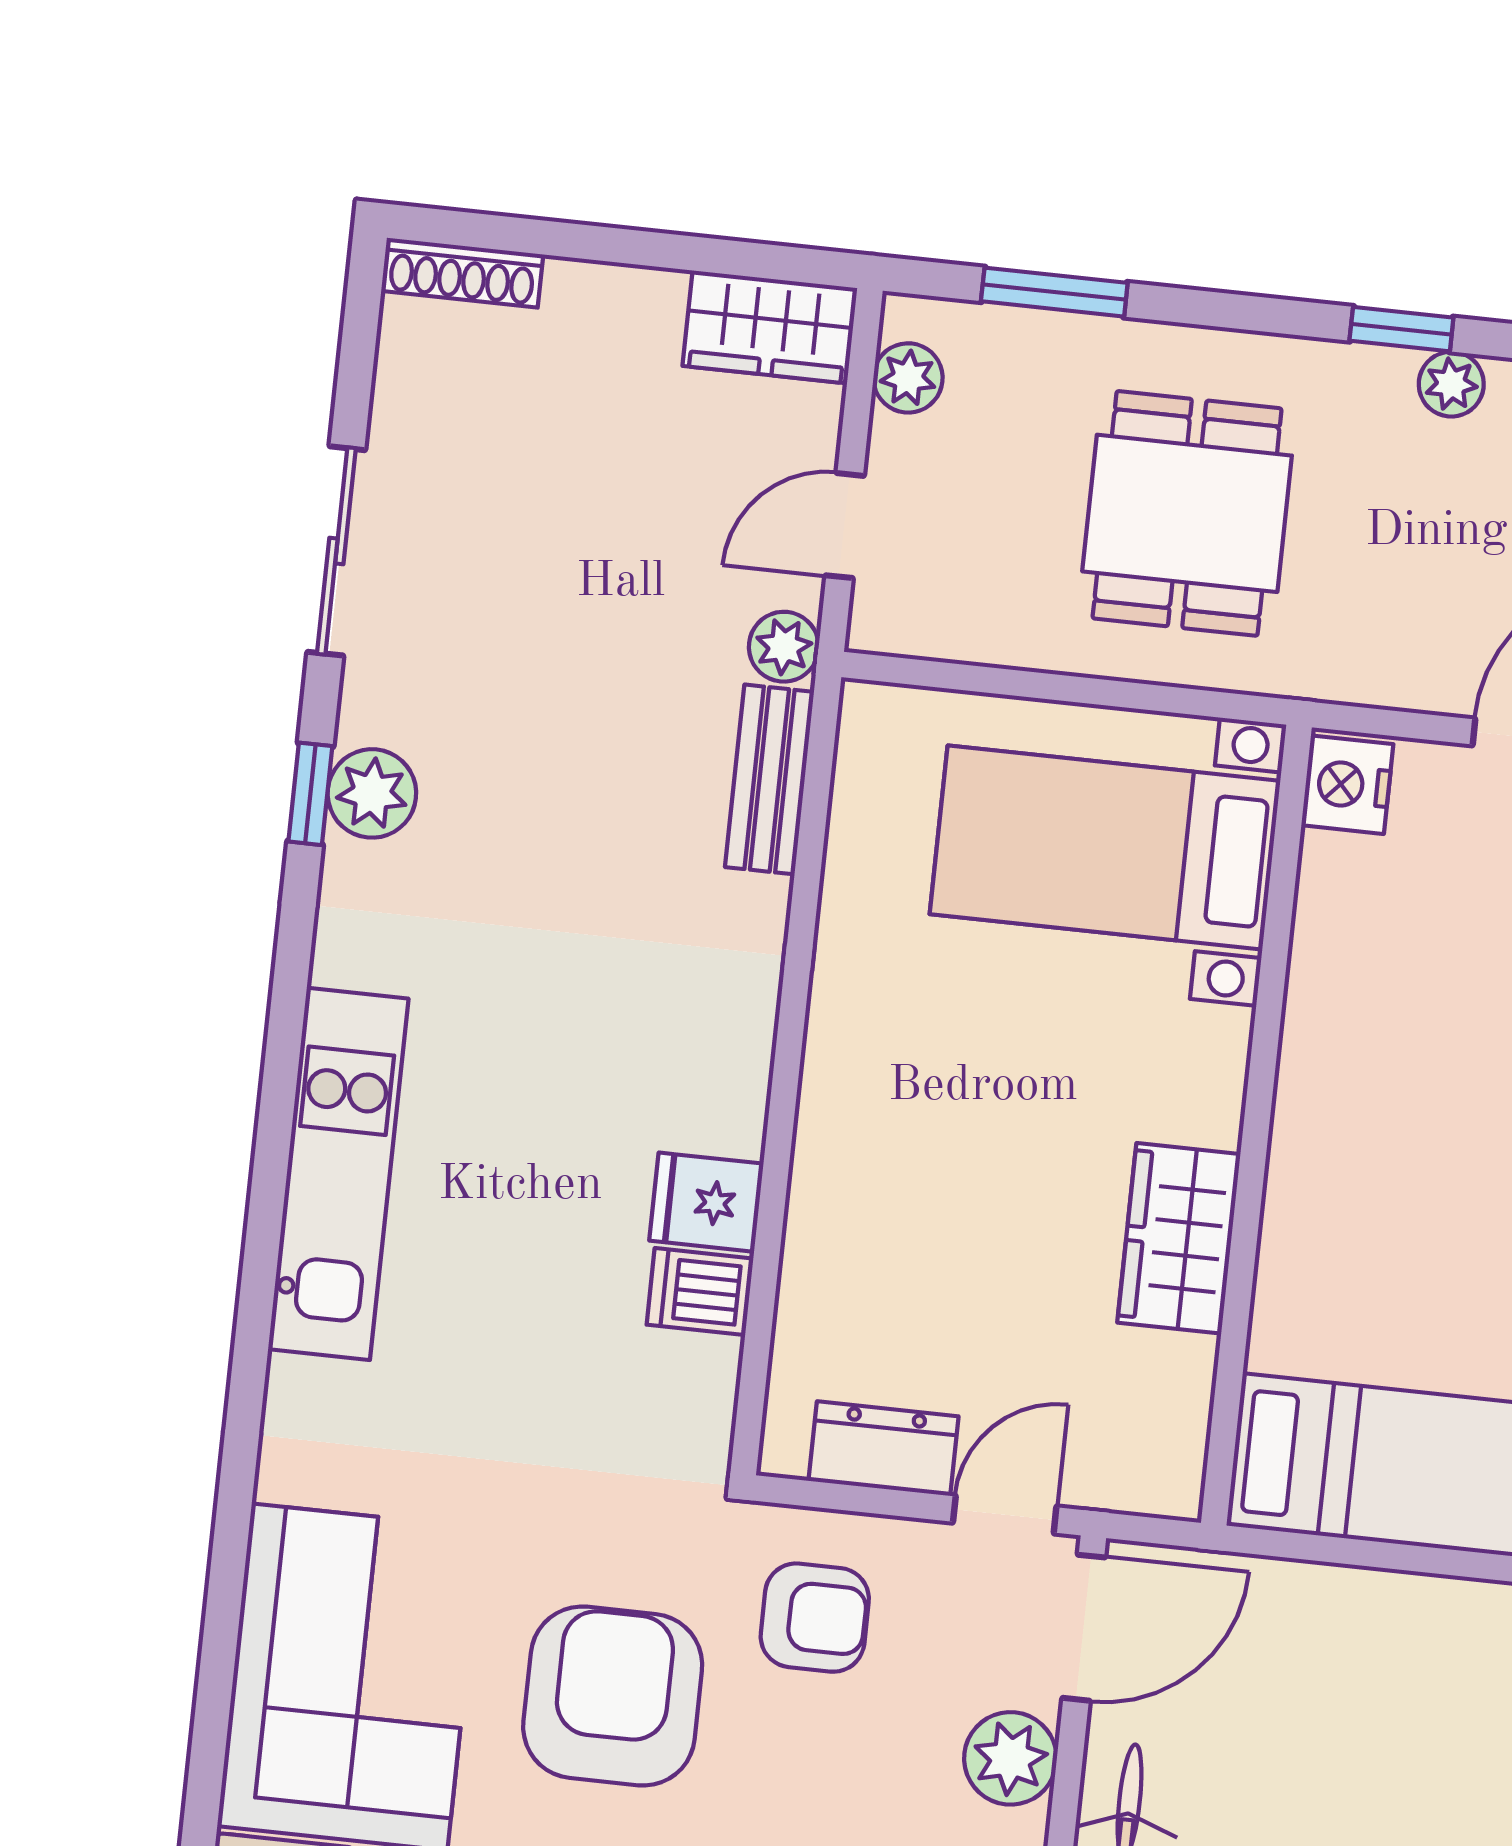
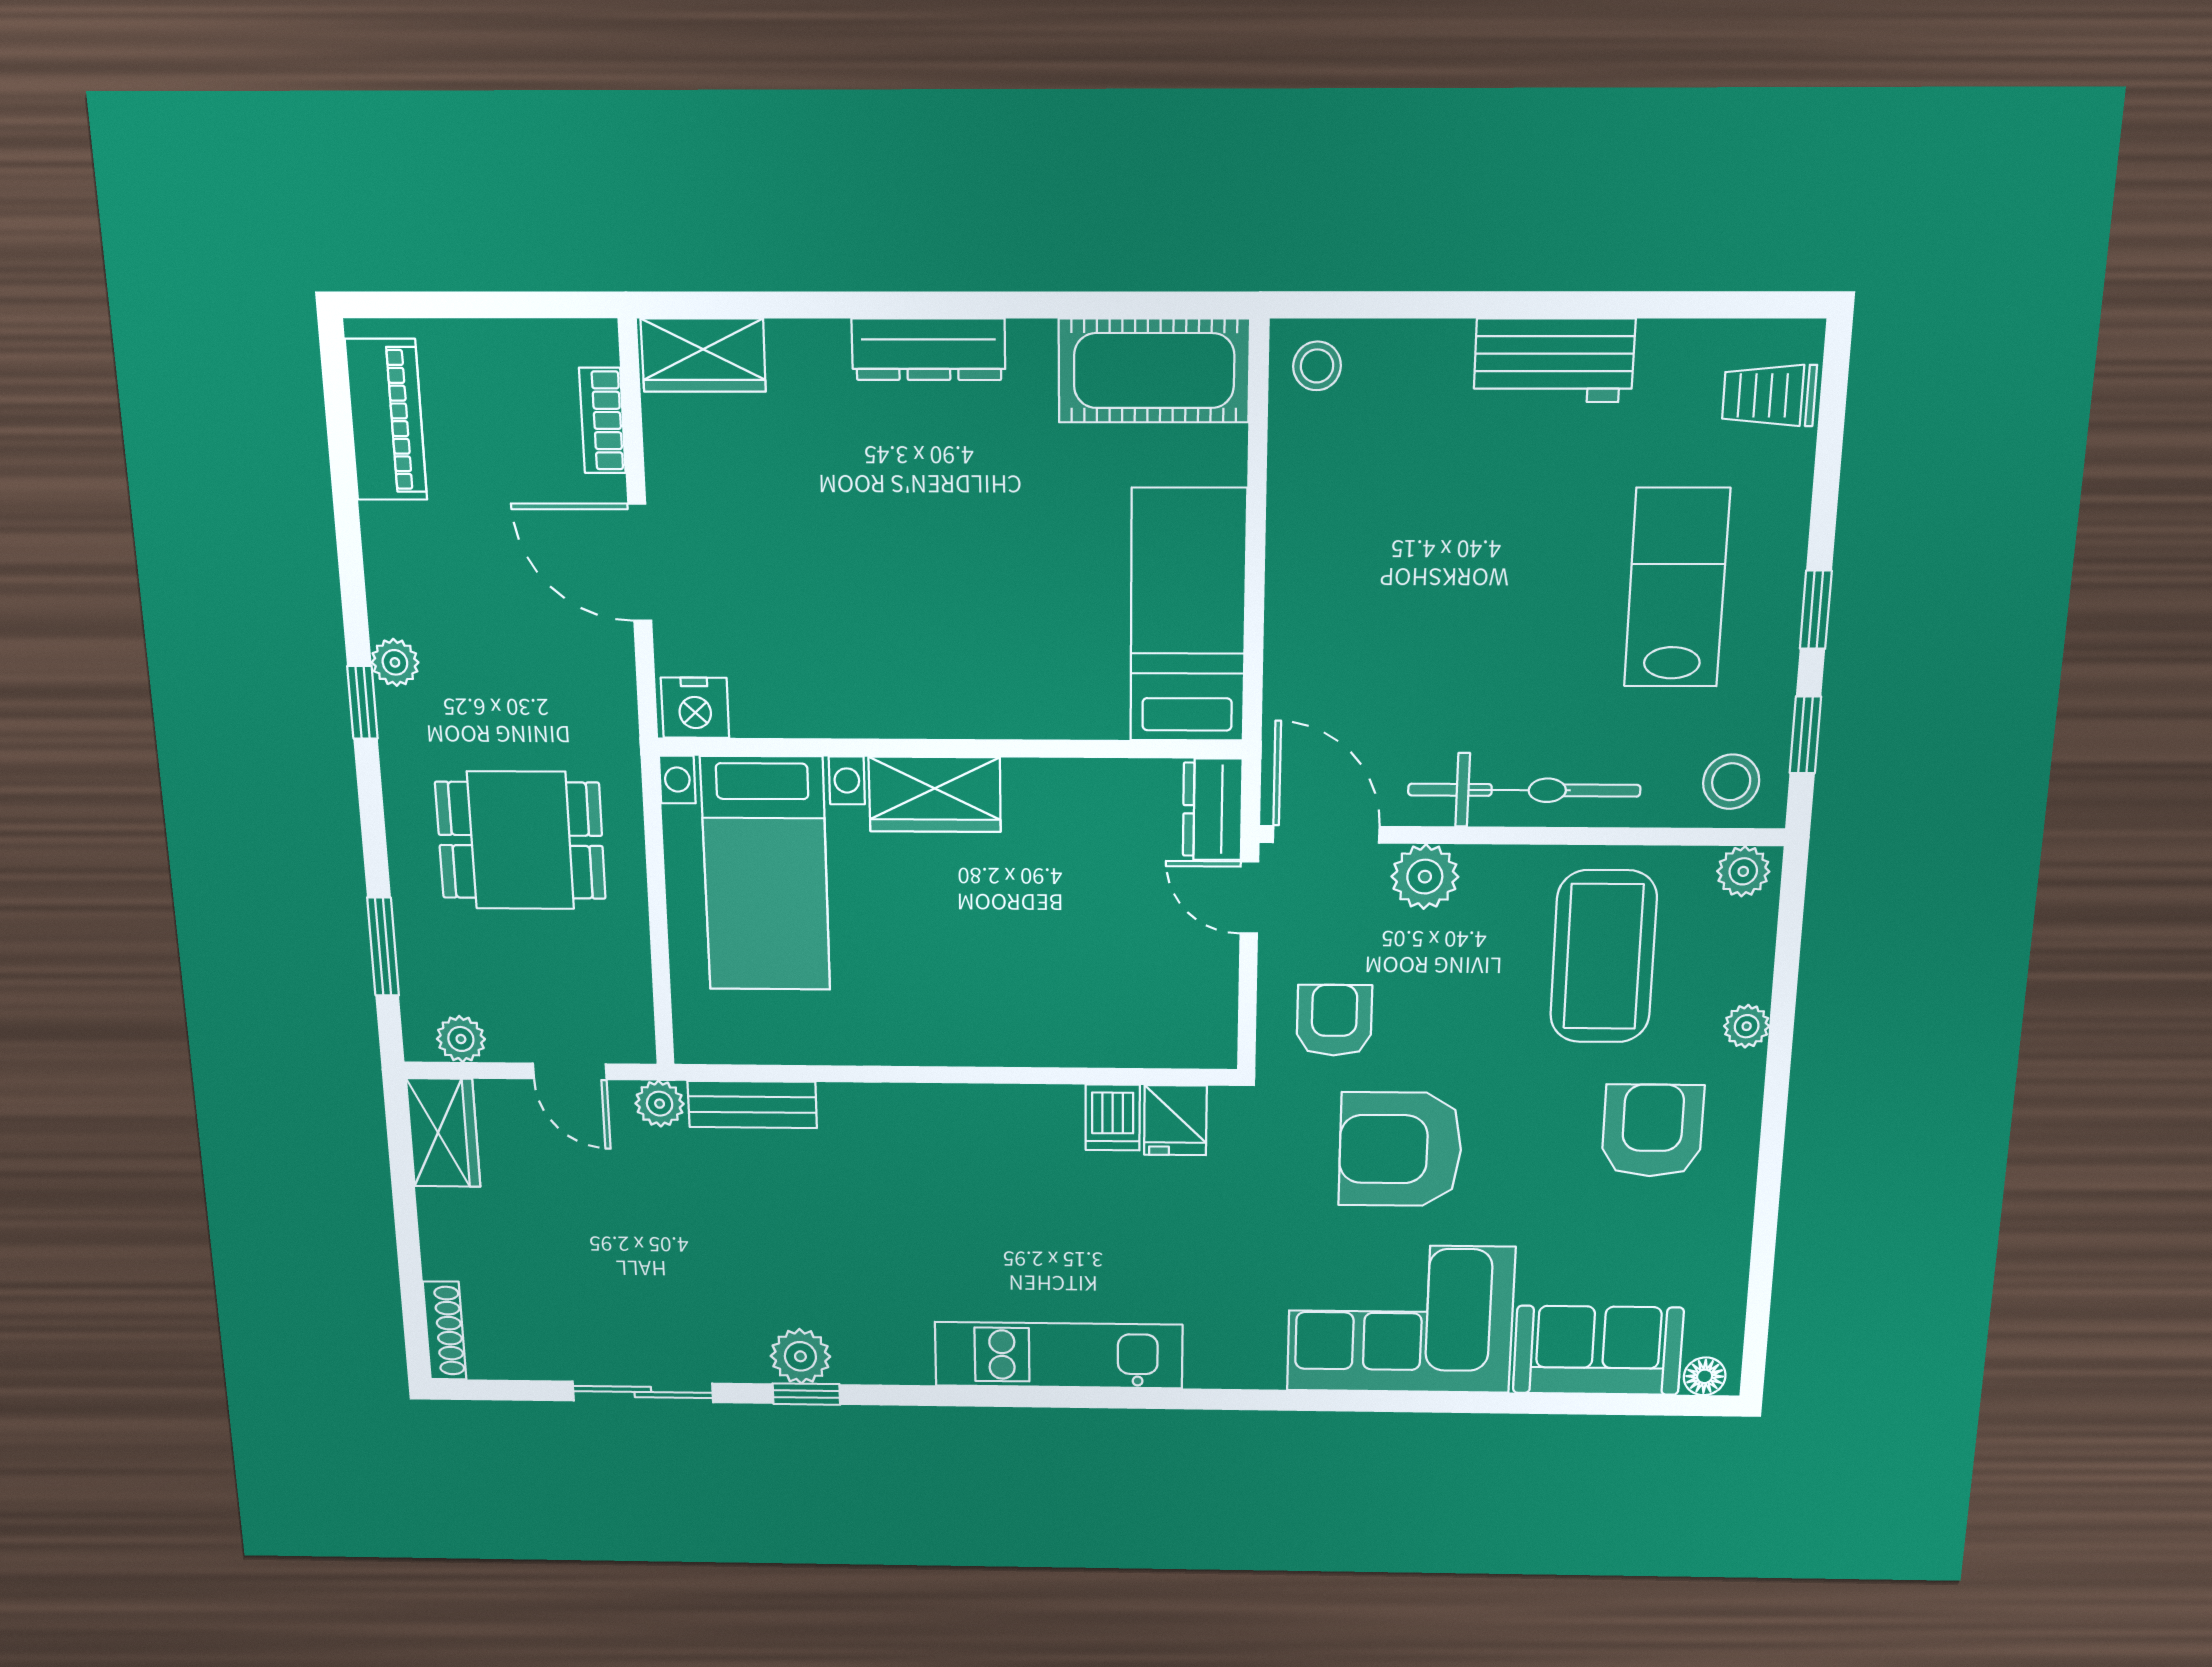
fridge: (706, 1202) -> (1175, 1120), moved
wardrobe: (1179, 1238) -> (935, 794), moved
dresser: (883, 1449) -> (1213, 809), moved

